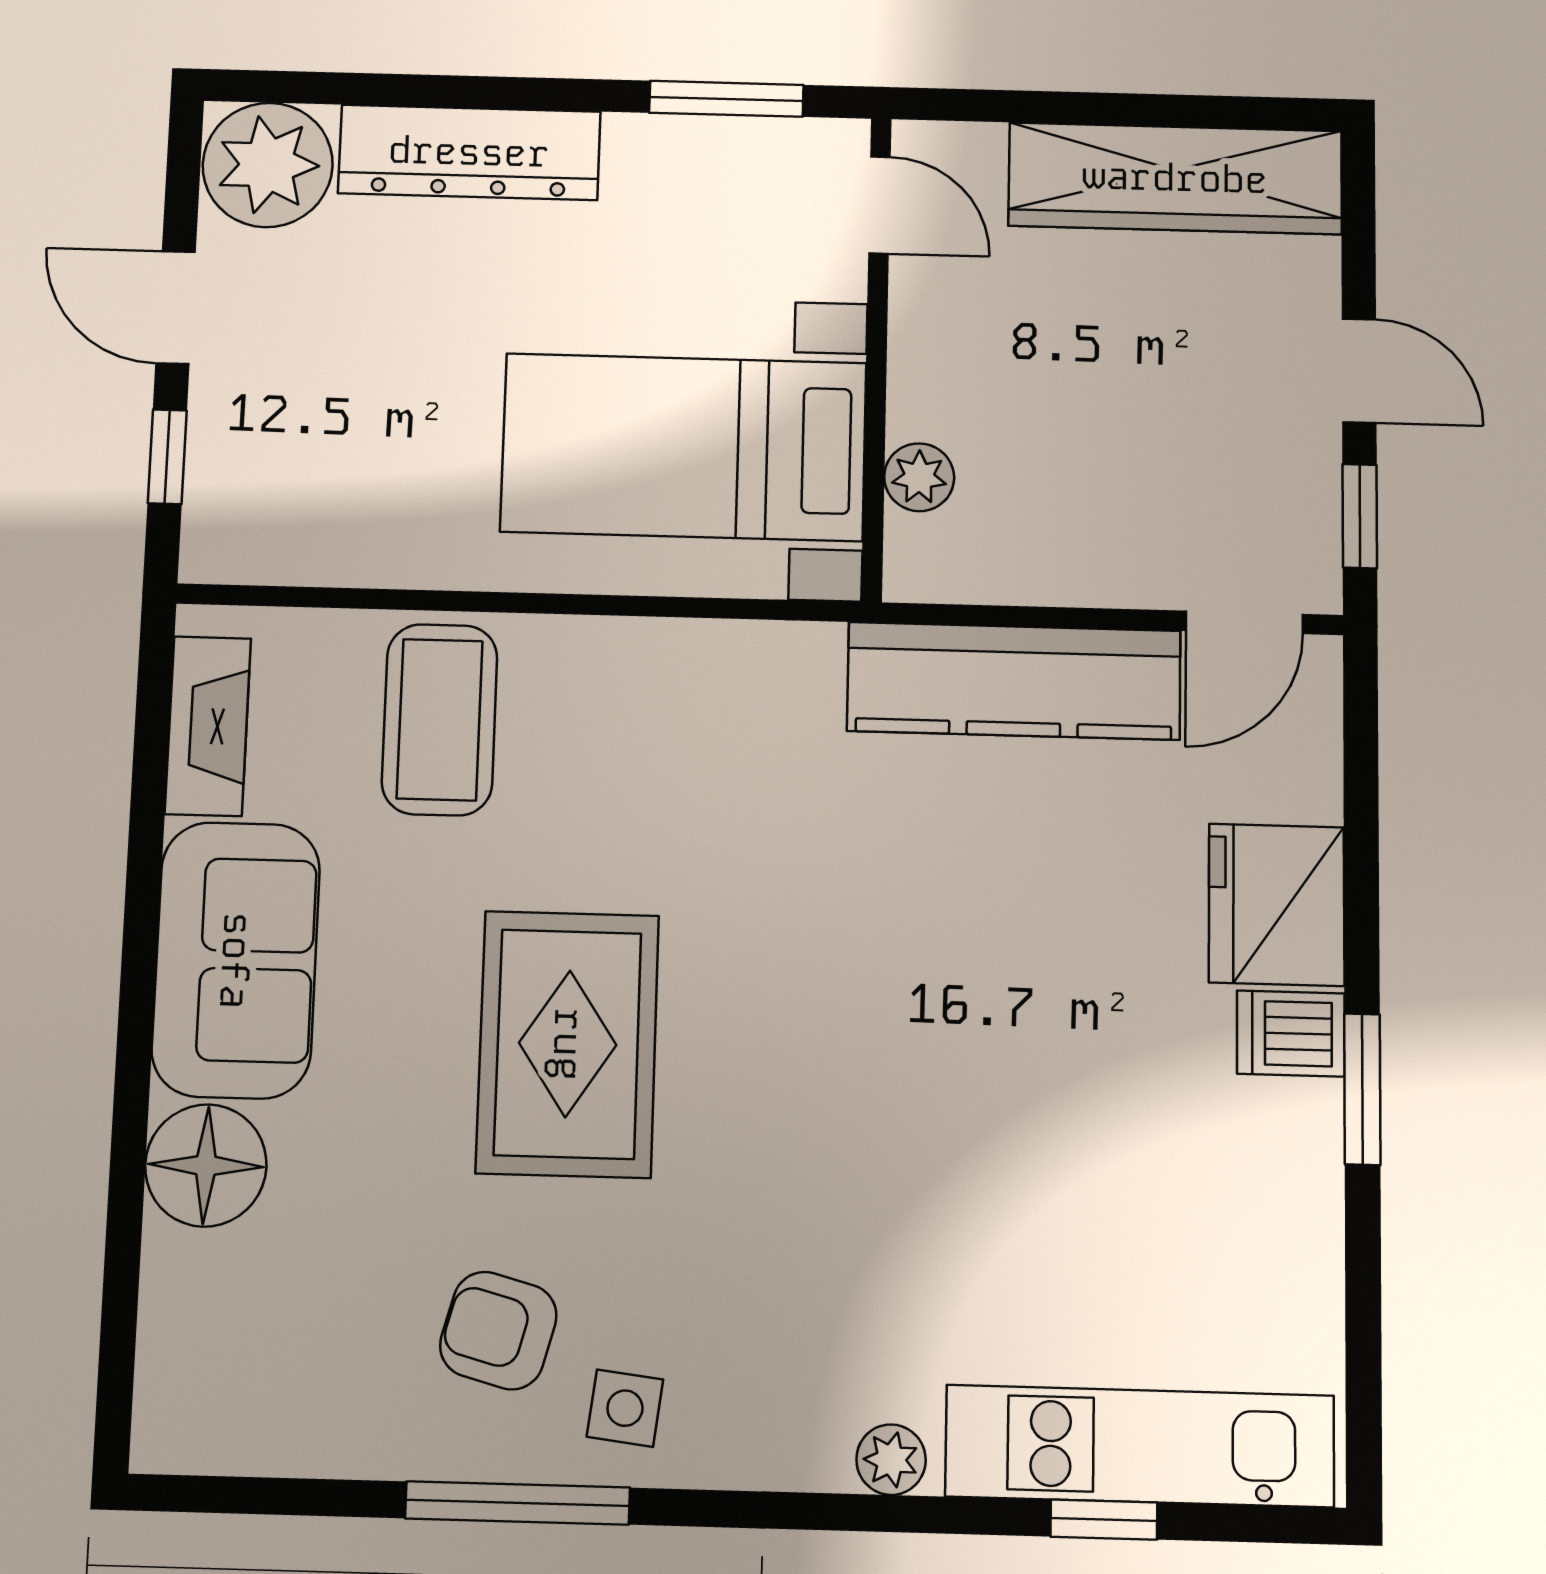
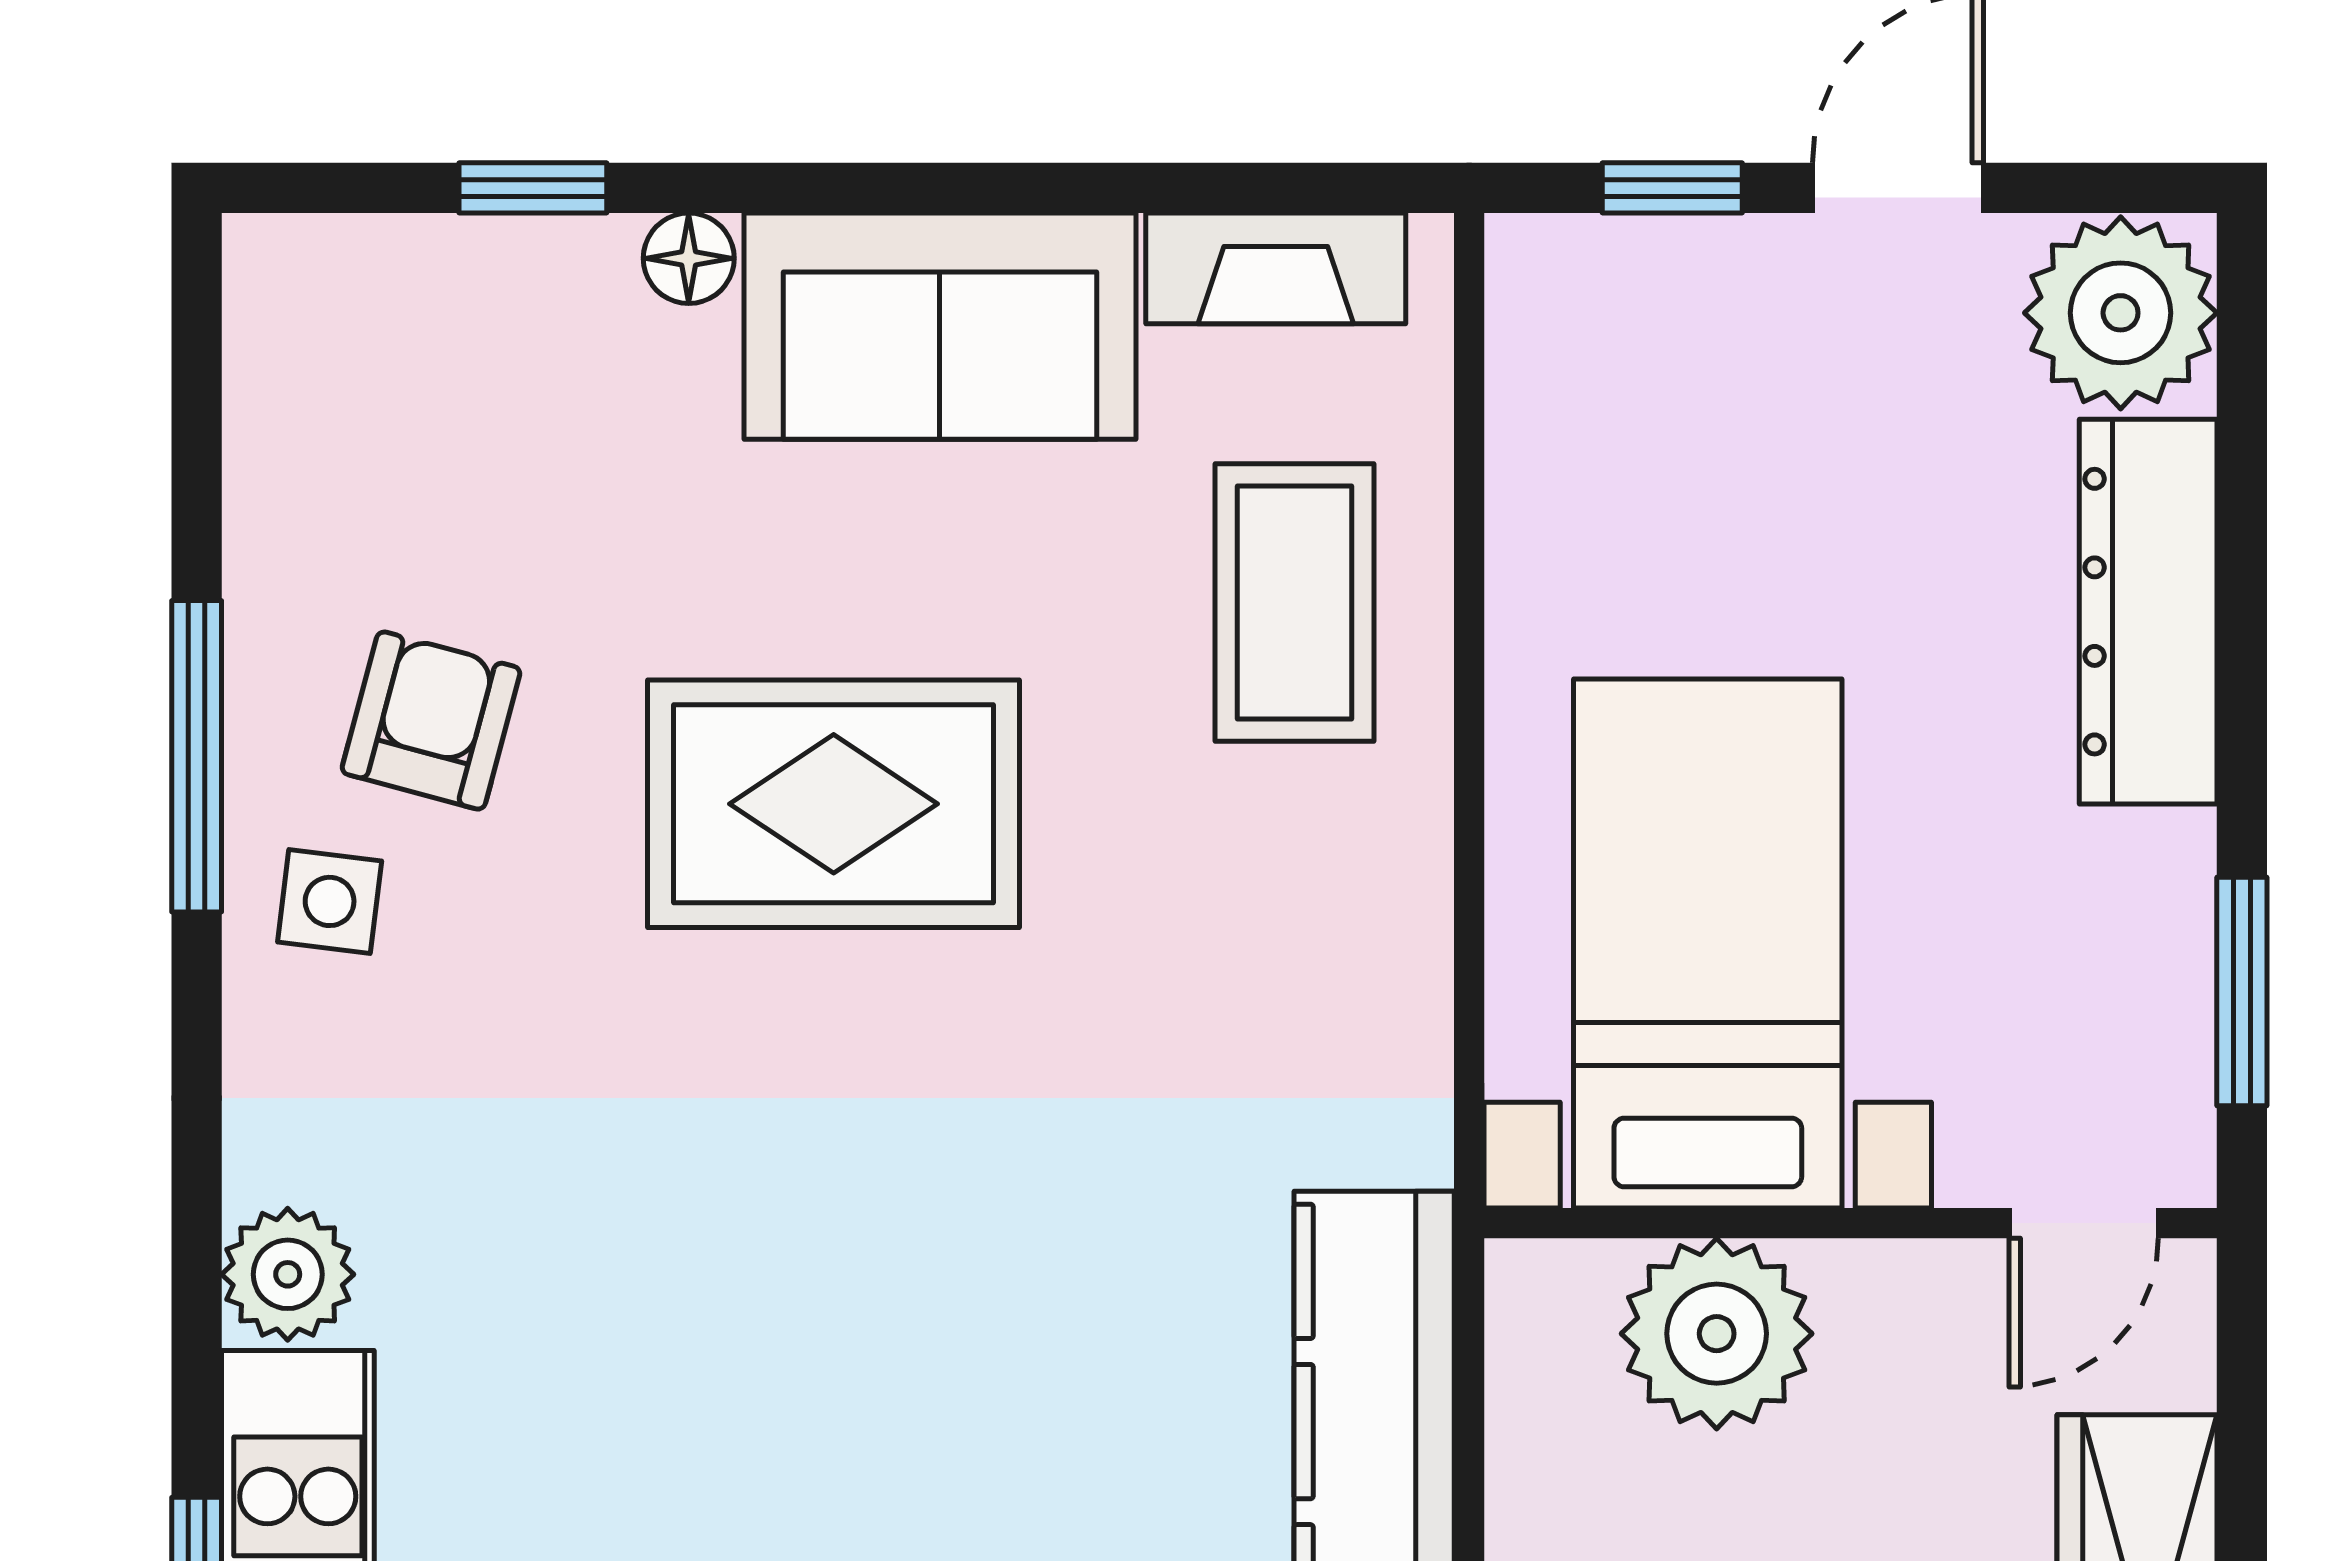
plant: (919, 477) -> (1717, 1334), width x1.88, depth x1.88
coffee table: (440, 720) -> (1294, 603), turned 90
floor lamp: (206, 1165) -> (689, 258), width x0.53, depth x0.53
window: (123, 1246) -> (533, 188), added
plant: (891, 1460) -> (288, 1274), width x1.38, depth x1.38

